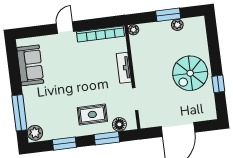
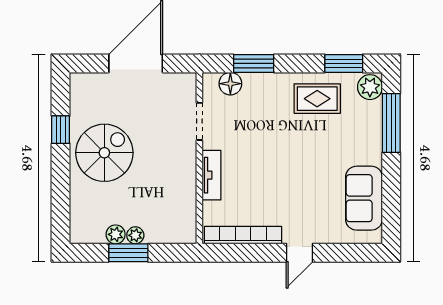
plant: (133, 30) -> (135, 235), moved
rug: (92, 114) -> (317, 99), moved
window: (64, 144) -> (344, 63), moved

